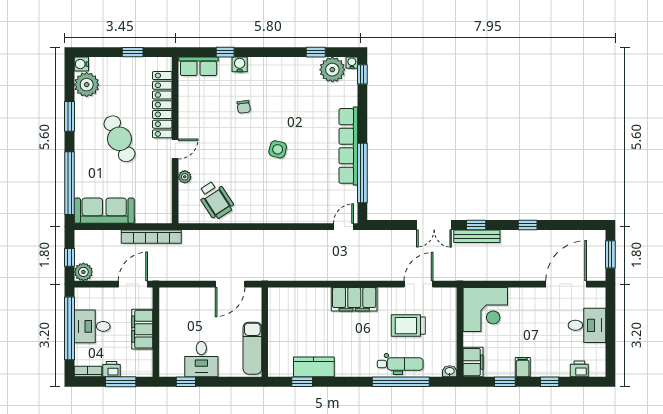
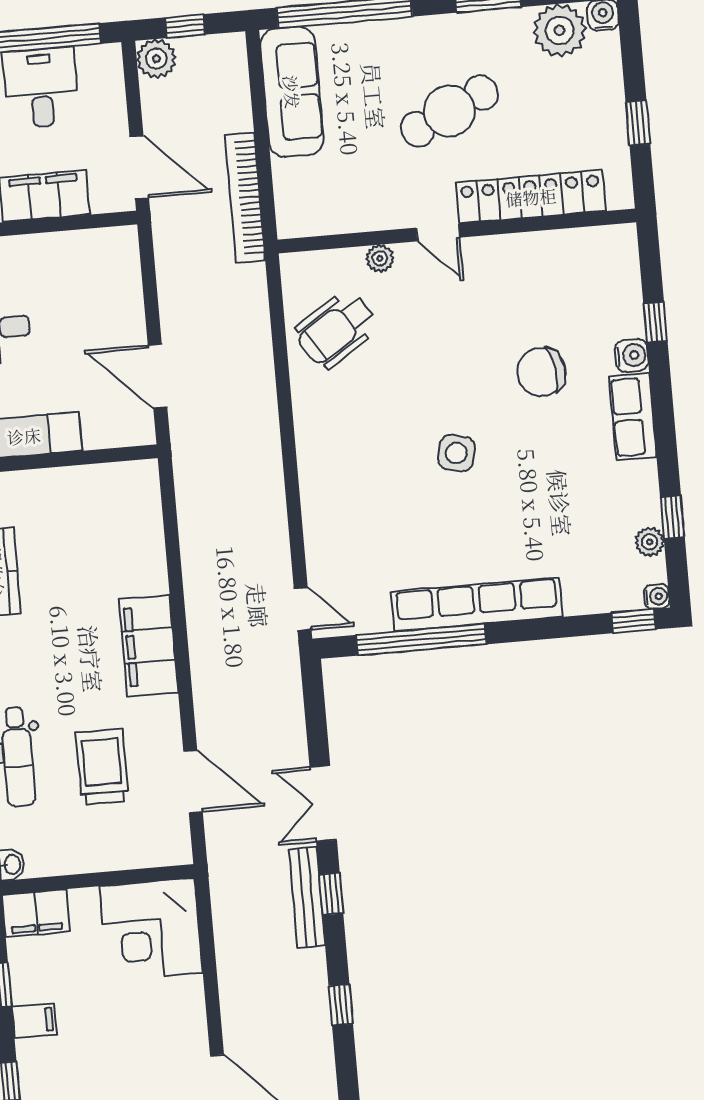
row of seats: (199, 66) -> (633, 417), moved
plant: (332, 70) -> (650, 542), width x0.53, depth x0.53
chair: (244, 107) -> (541, 372), width x1.87, depth x1.87

